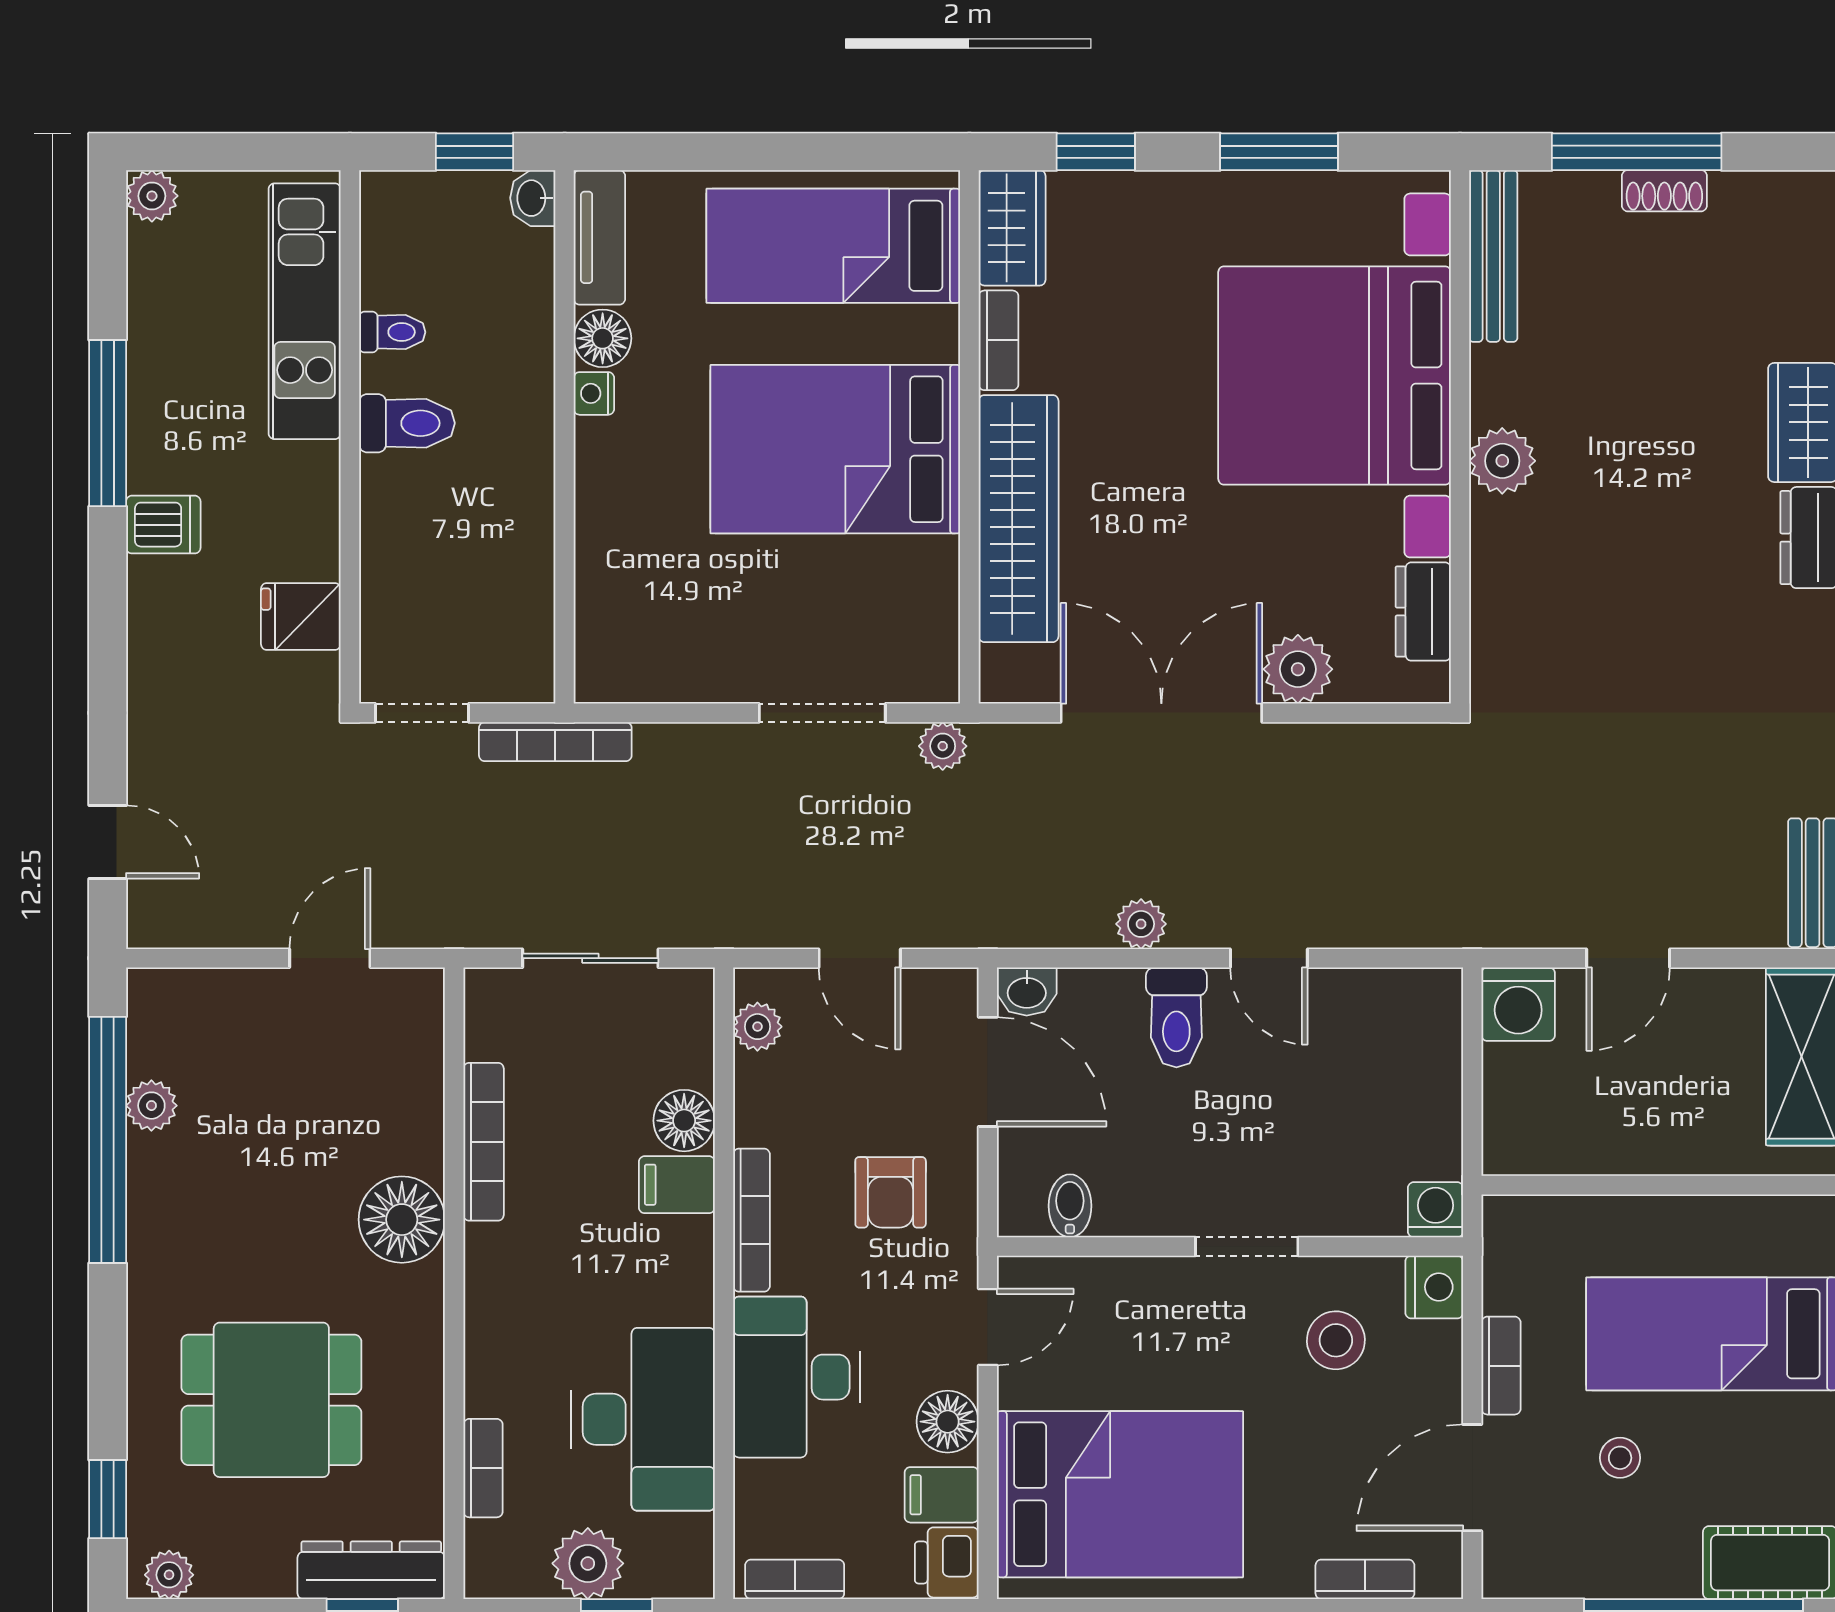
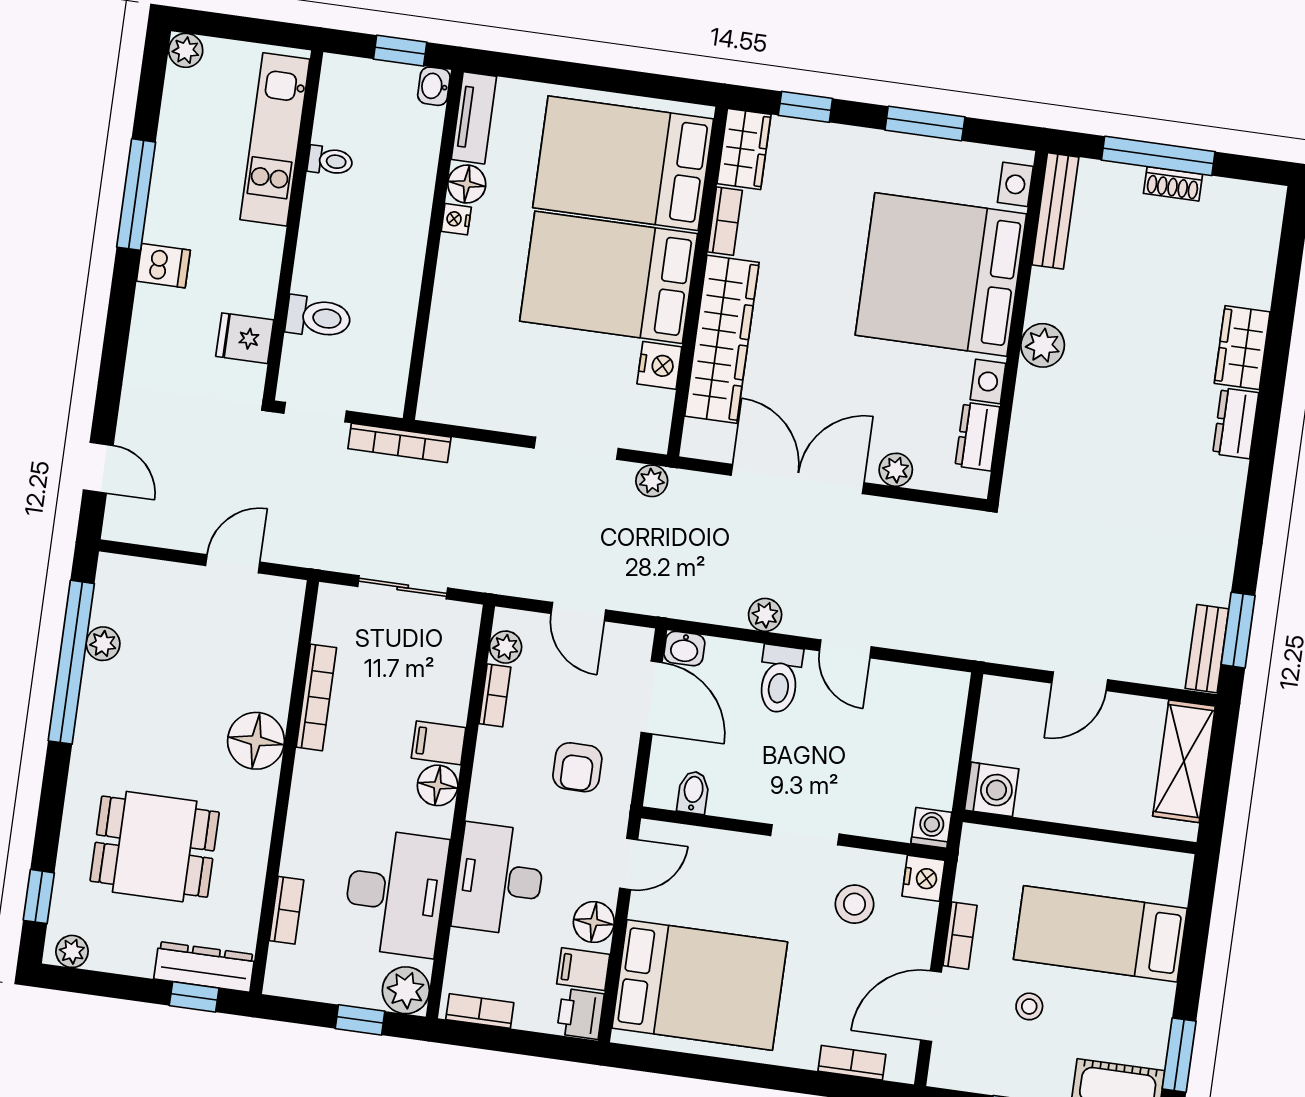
bed: (833, 246) -> (623, 163), width x1.50
toilet: (407, 423) -> (318, 317), moved
nightstand: (930, 571) -> (659, 365), added
plant: (1298, 669) -> (896, 470), width x0.73, depth x0.73
washing machine: (1518, 1004) -> (992, 789), moved, turned -90
floor lamp: (684, 1121) -> (438, 785), moved
bookcase: (752, 1220) -> (495, 695), moved, width x0.64
plant: (588, 1563) -> (406, 990), moved

